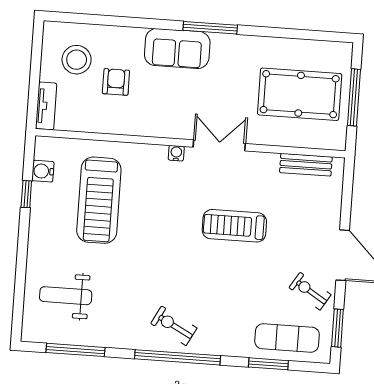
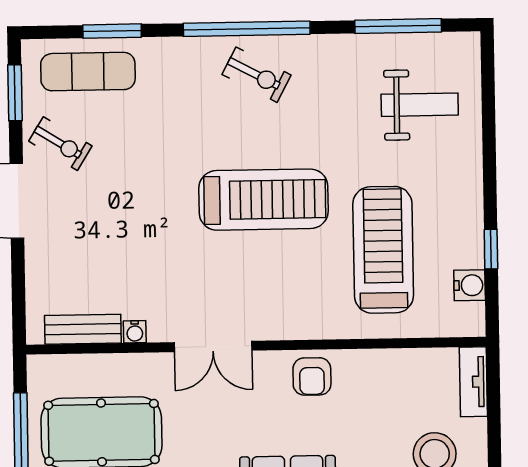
armchair: (116, 82) -> (312, 376), moved
water cooler: (176, 153) -> (135, 332), moved
treadmill: (234, 226) -> (263, 200), moved, width x1.37, depth x1.38

